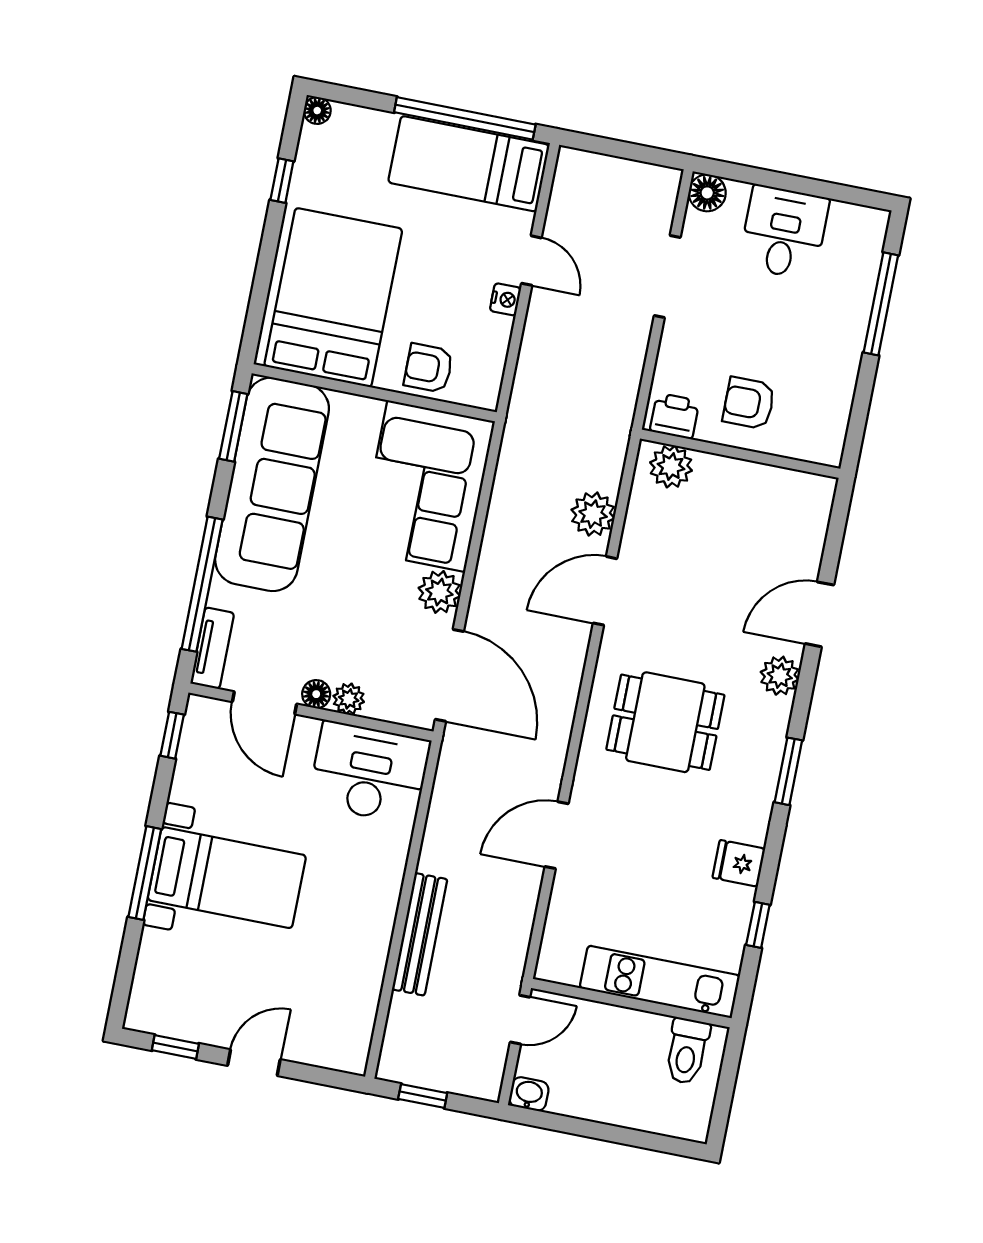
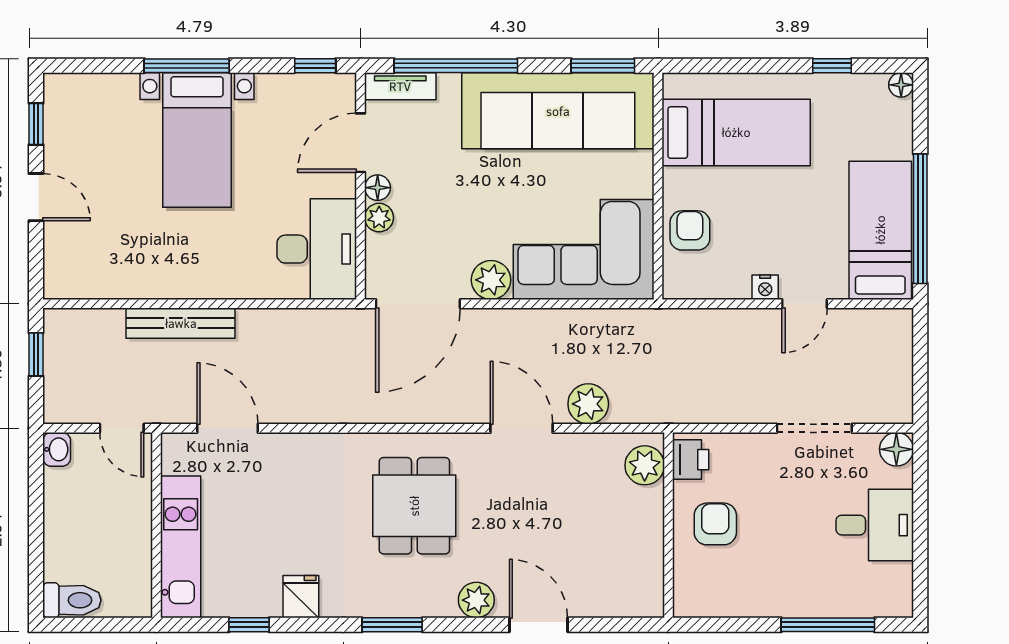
bed: (333, 298) -> (736, 132), width x0.67
door: (557, 835) -> (228, 428), moved
toilet: (687, 1051) -> (72, 600), moved, turned 180

